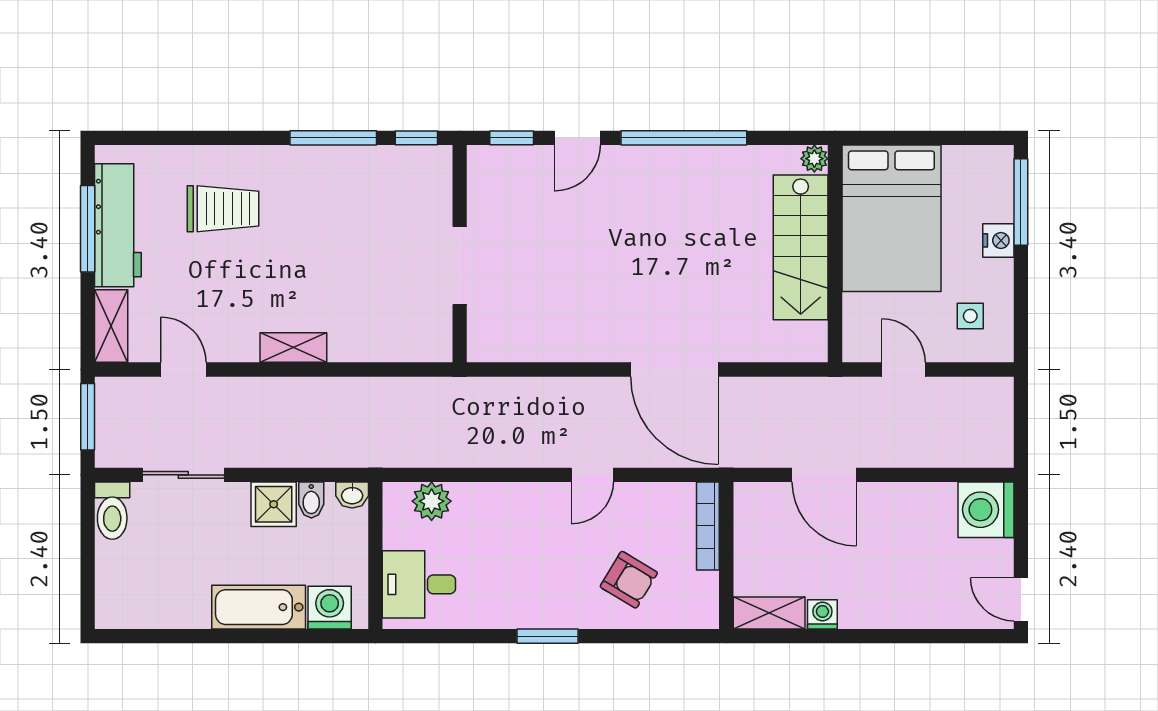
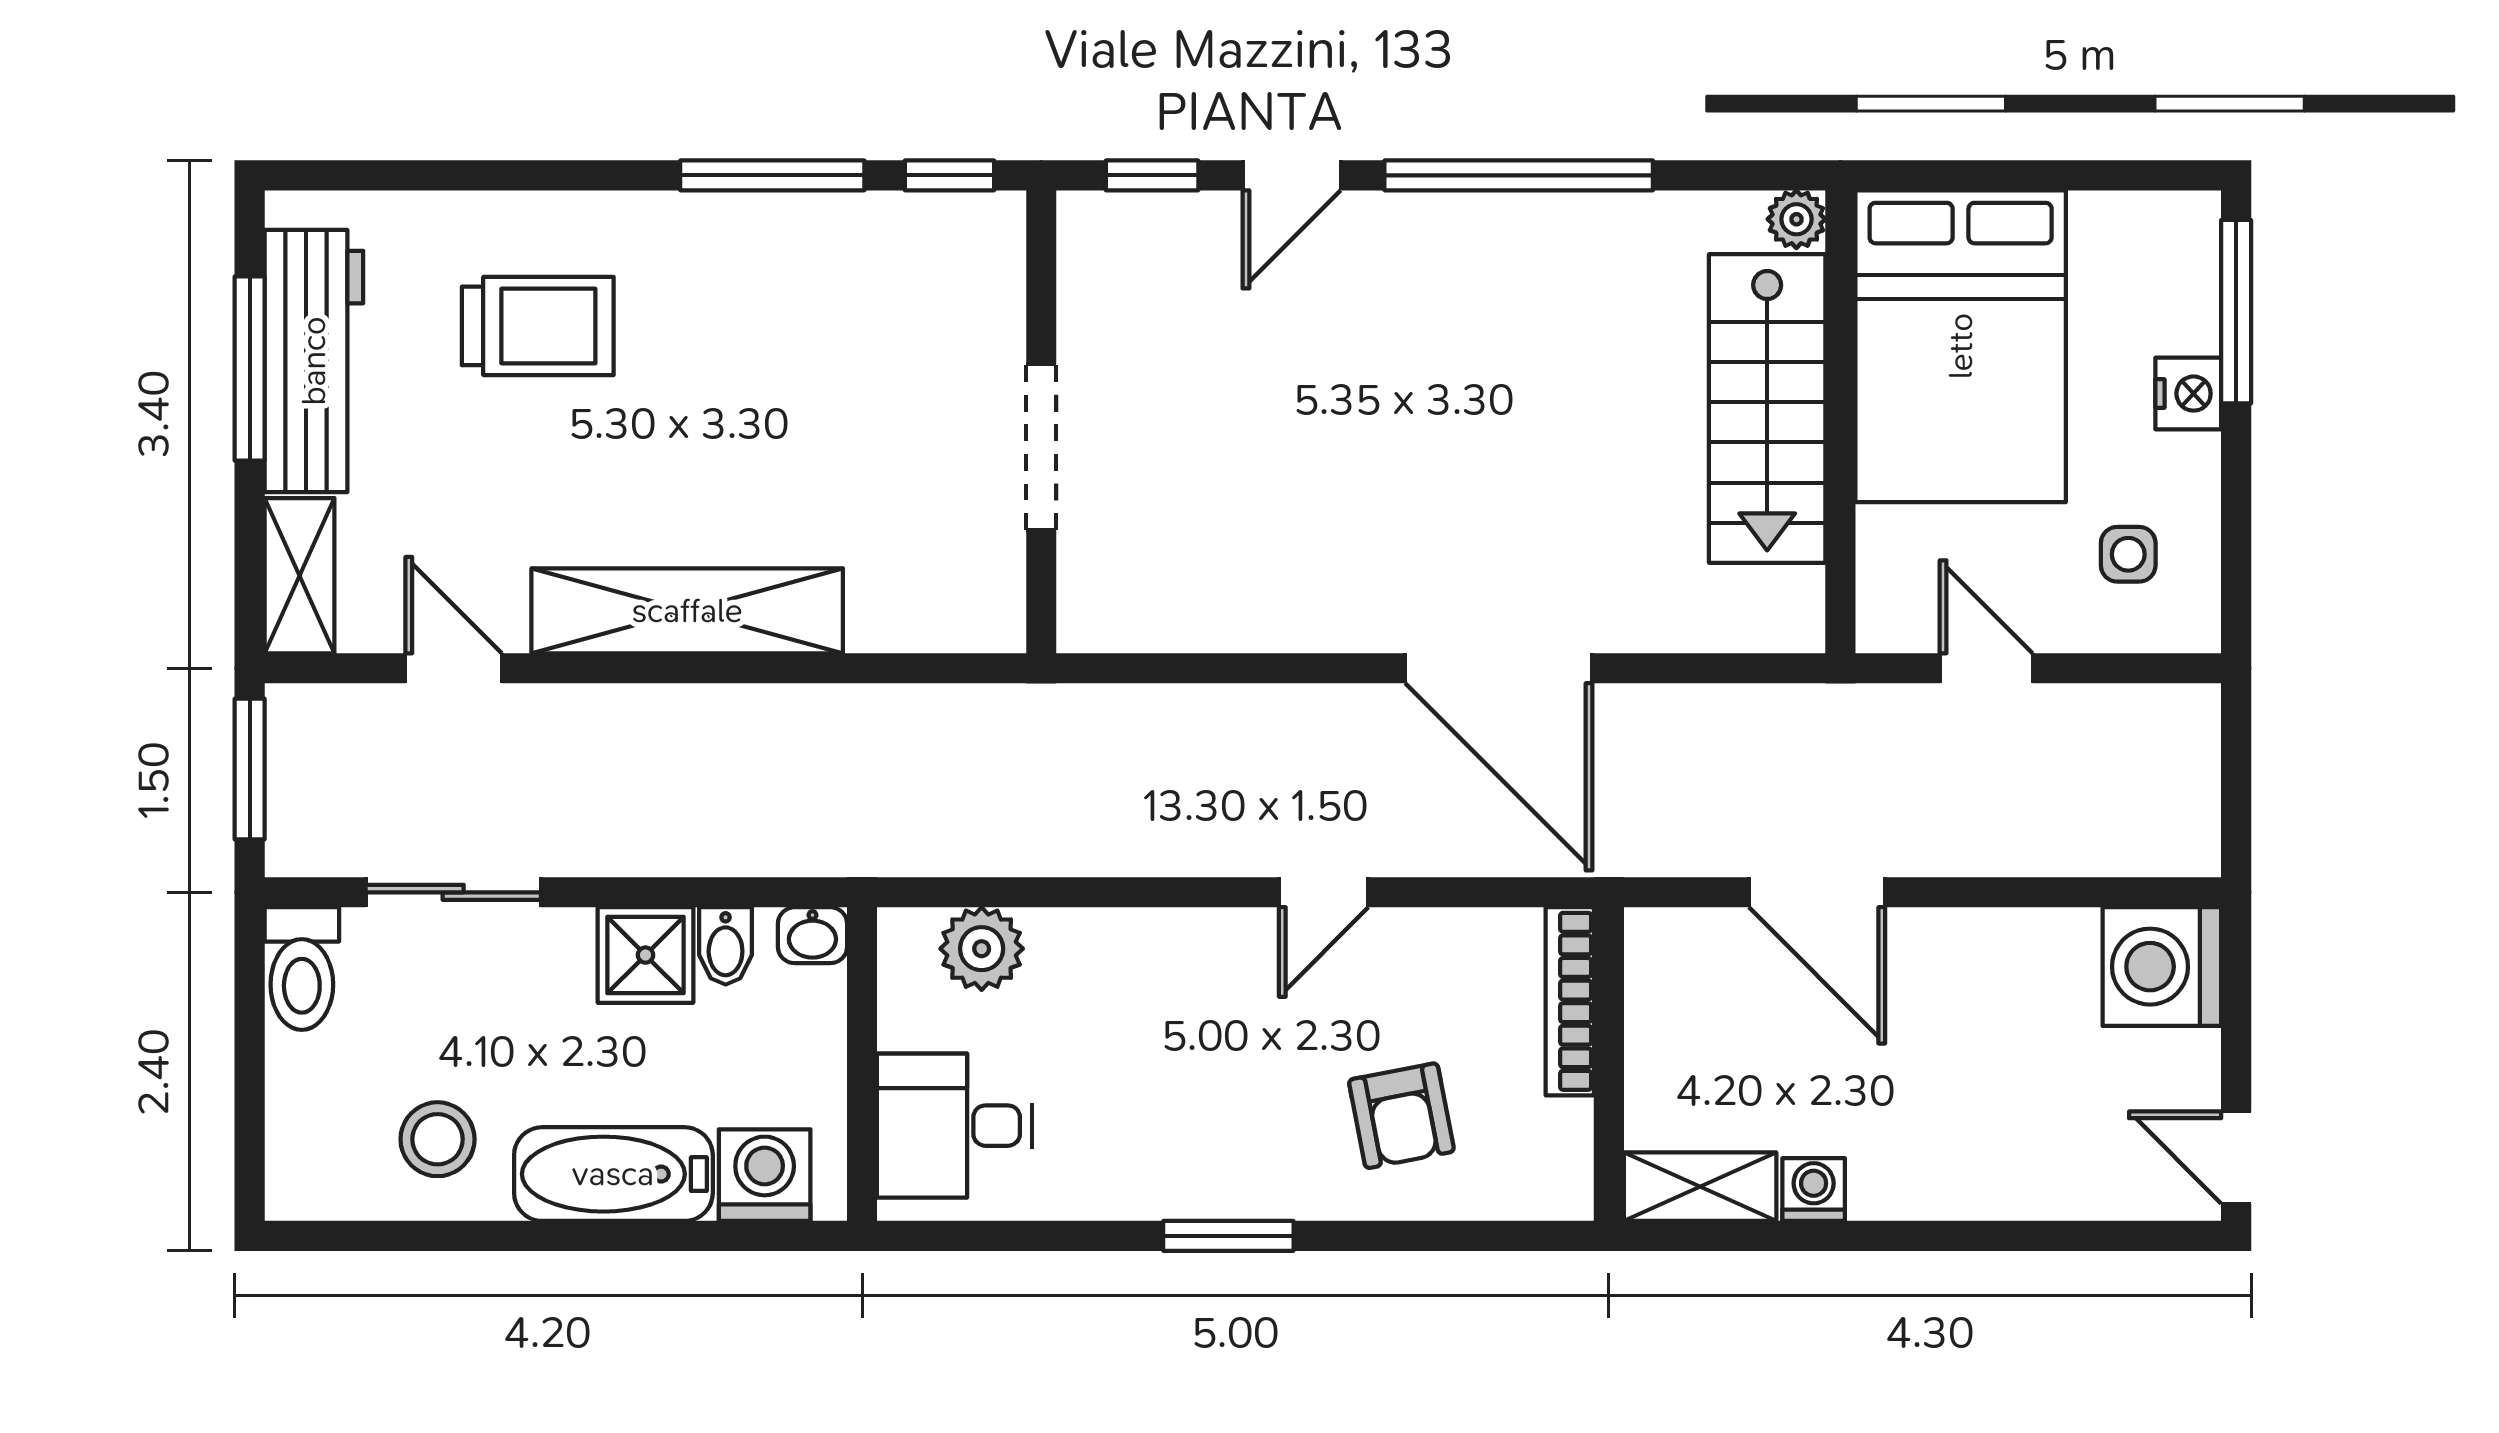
shelving: (293, 348) -> (687, 611), width x2.20, depth x1.33
armchair: (629, 580) -> (1401, 1116), turned 48
stool: (176, 591) -> (438, 1139), added

